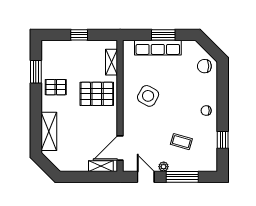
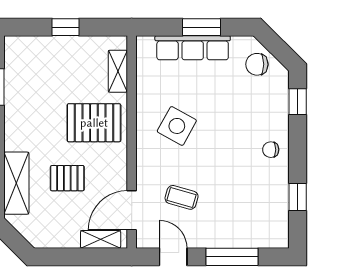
chair: (204, 66) -> (257, 64), moved
window: (223, 81) -> (298, 102), added
pallet: (56, 87) -> (67, 178), moved
coffee table: (181, 142) -> (182, 197), moved
plant: (164, 167) -> (202, 240), removed

